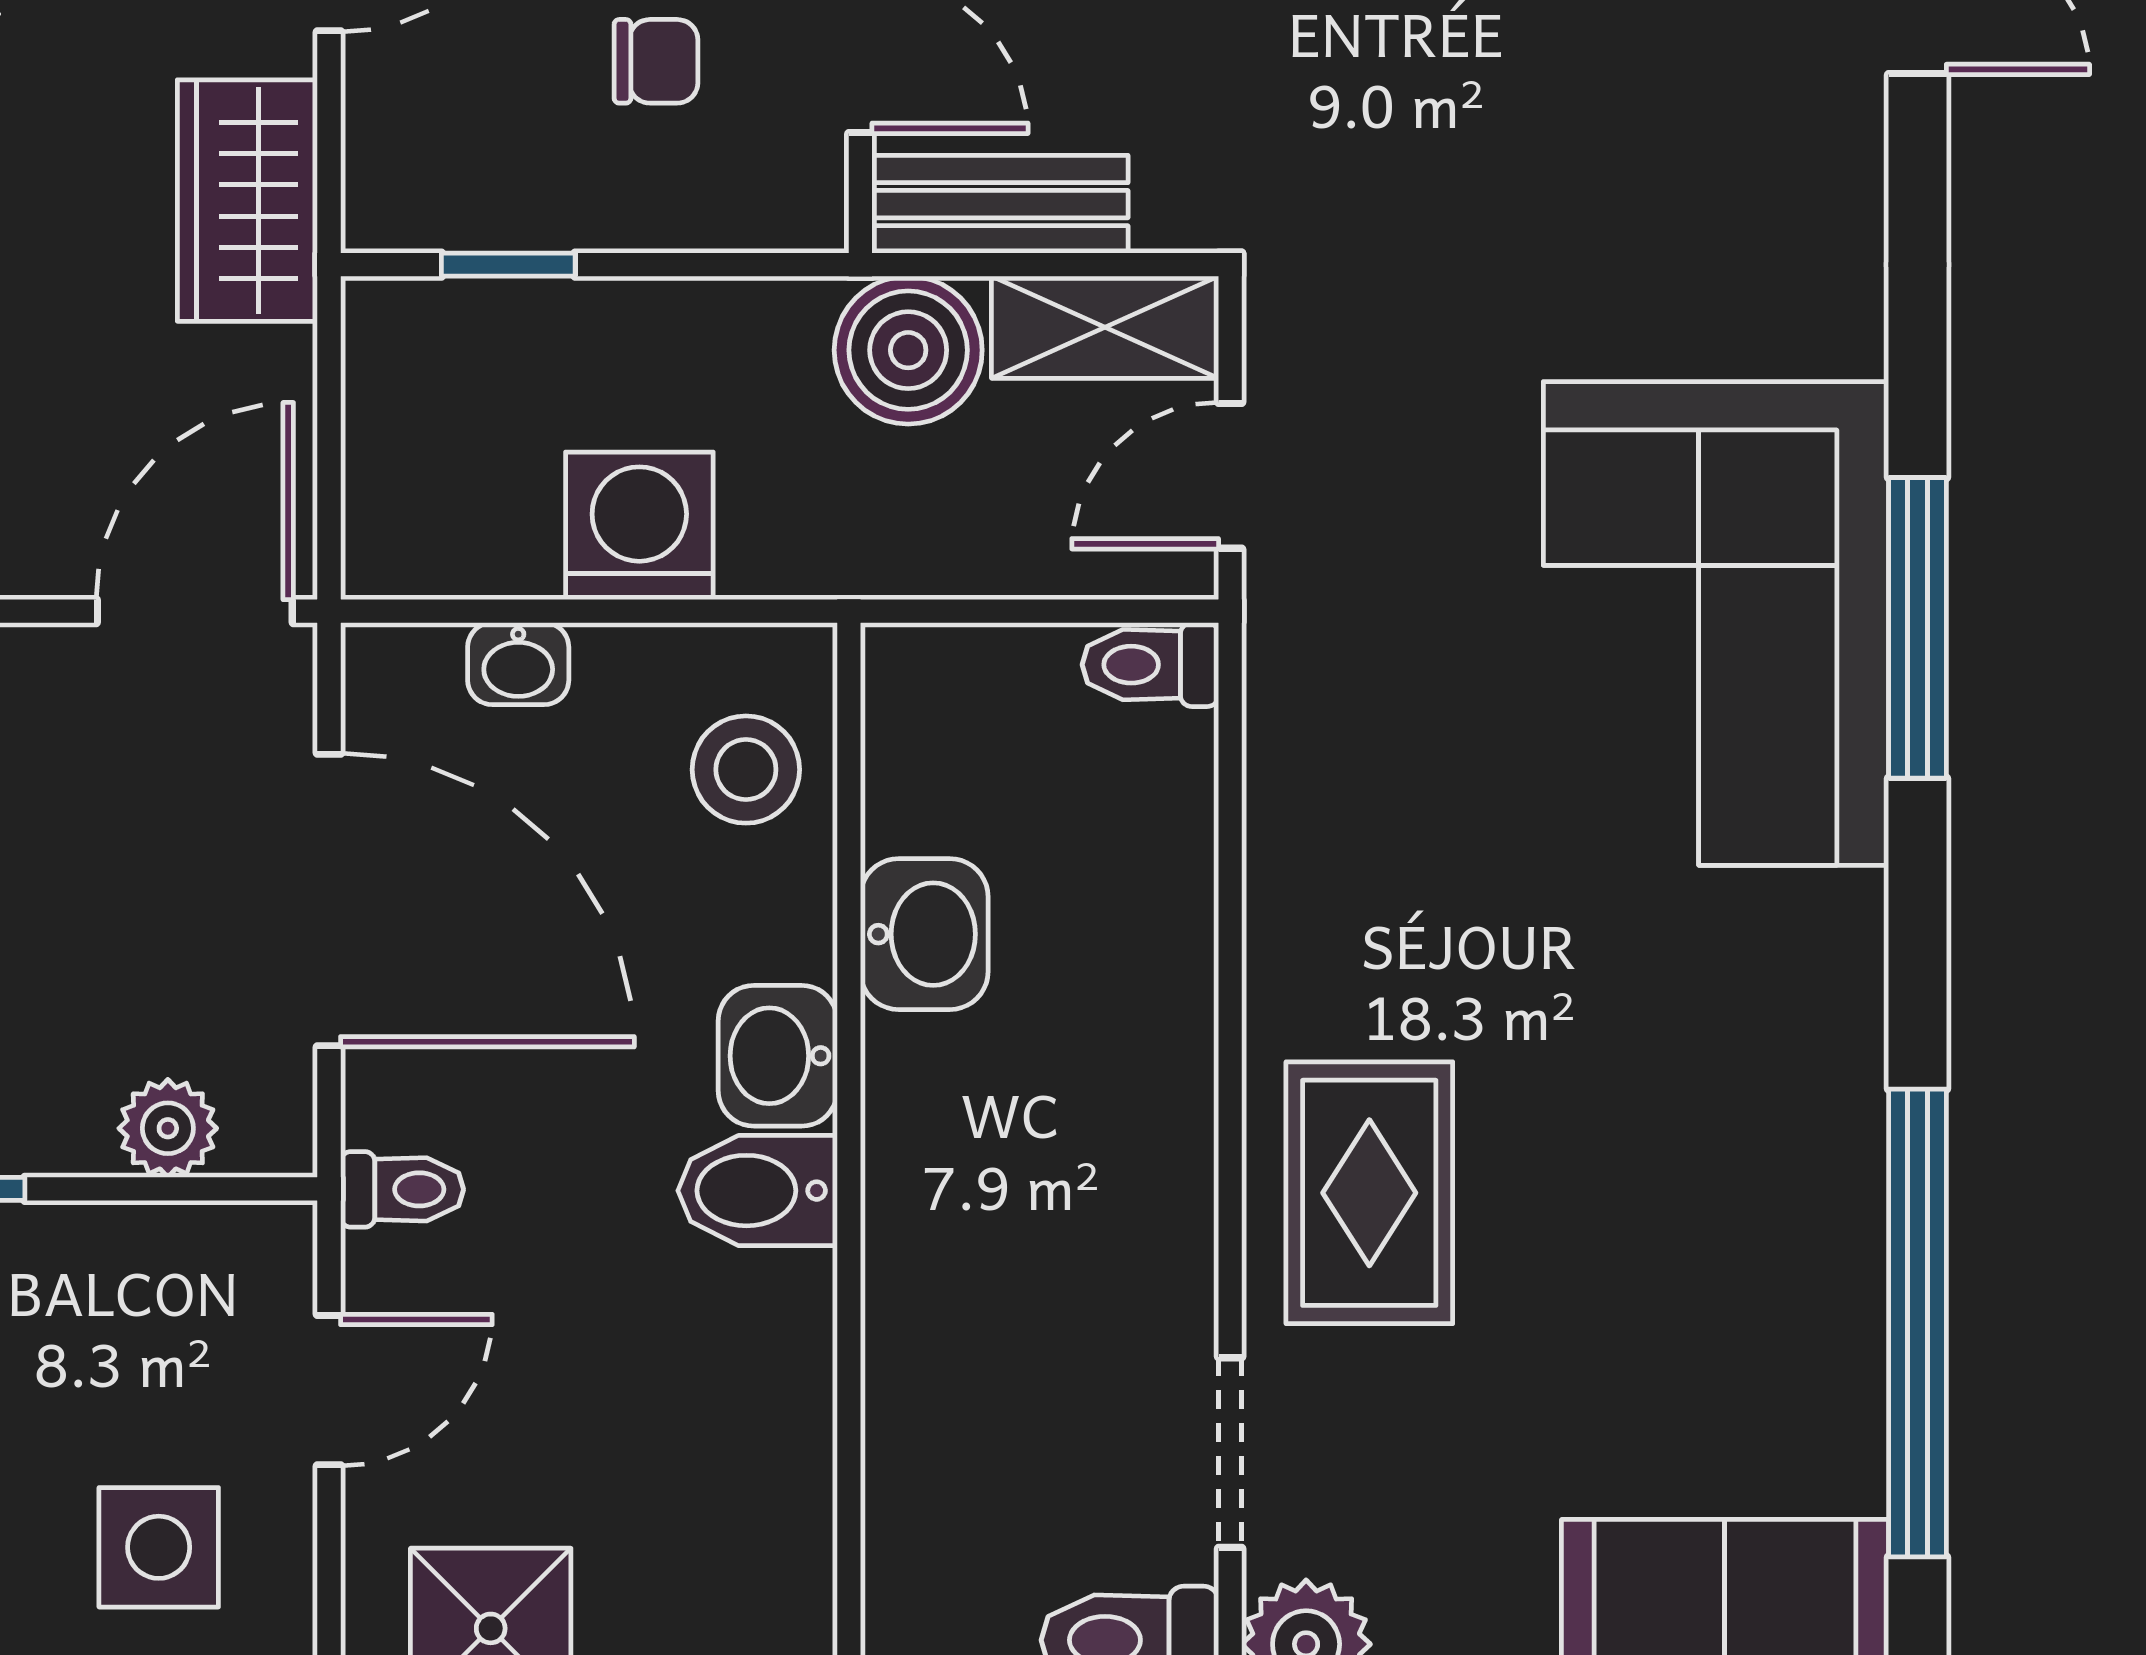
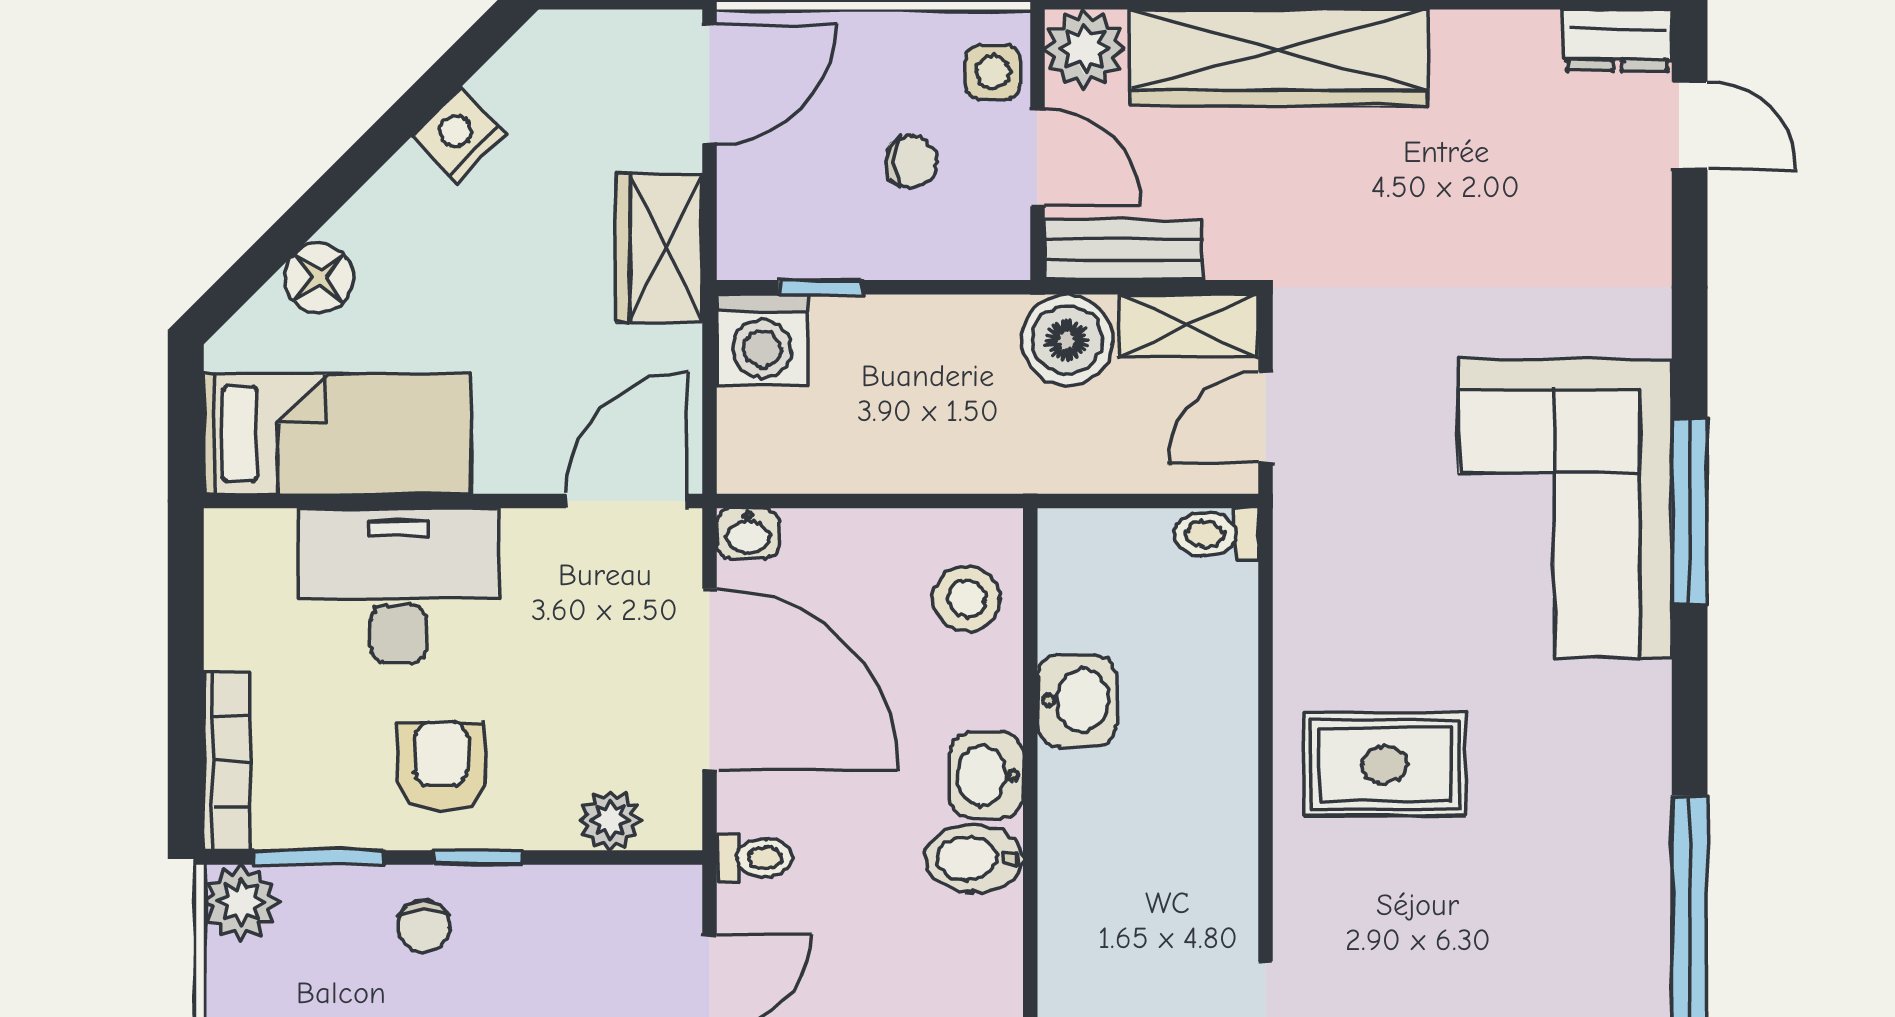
washing machine: (639, 526) -> (762, 340), moved, turned 180
washbasin: (518, 664) -> (748, 533), moved
rug: (1369, 1193) -> (1385, 765), moved, turned 90

